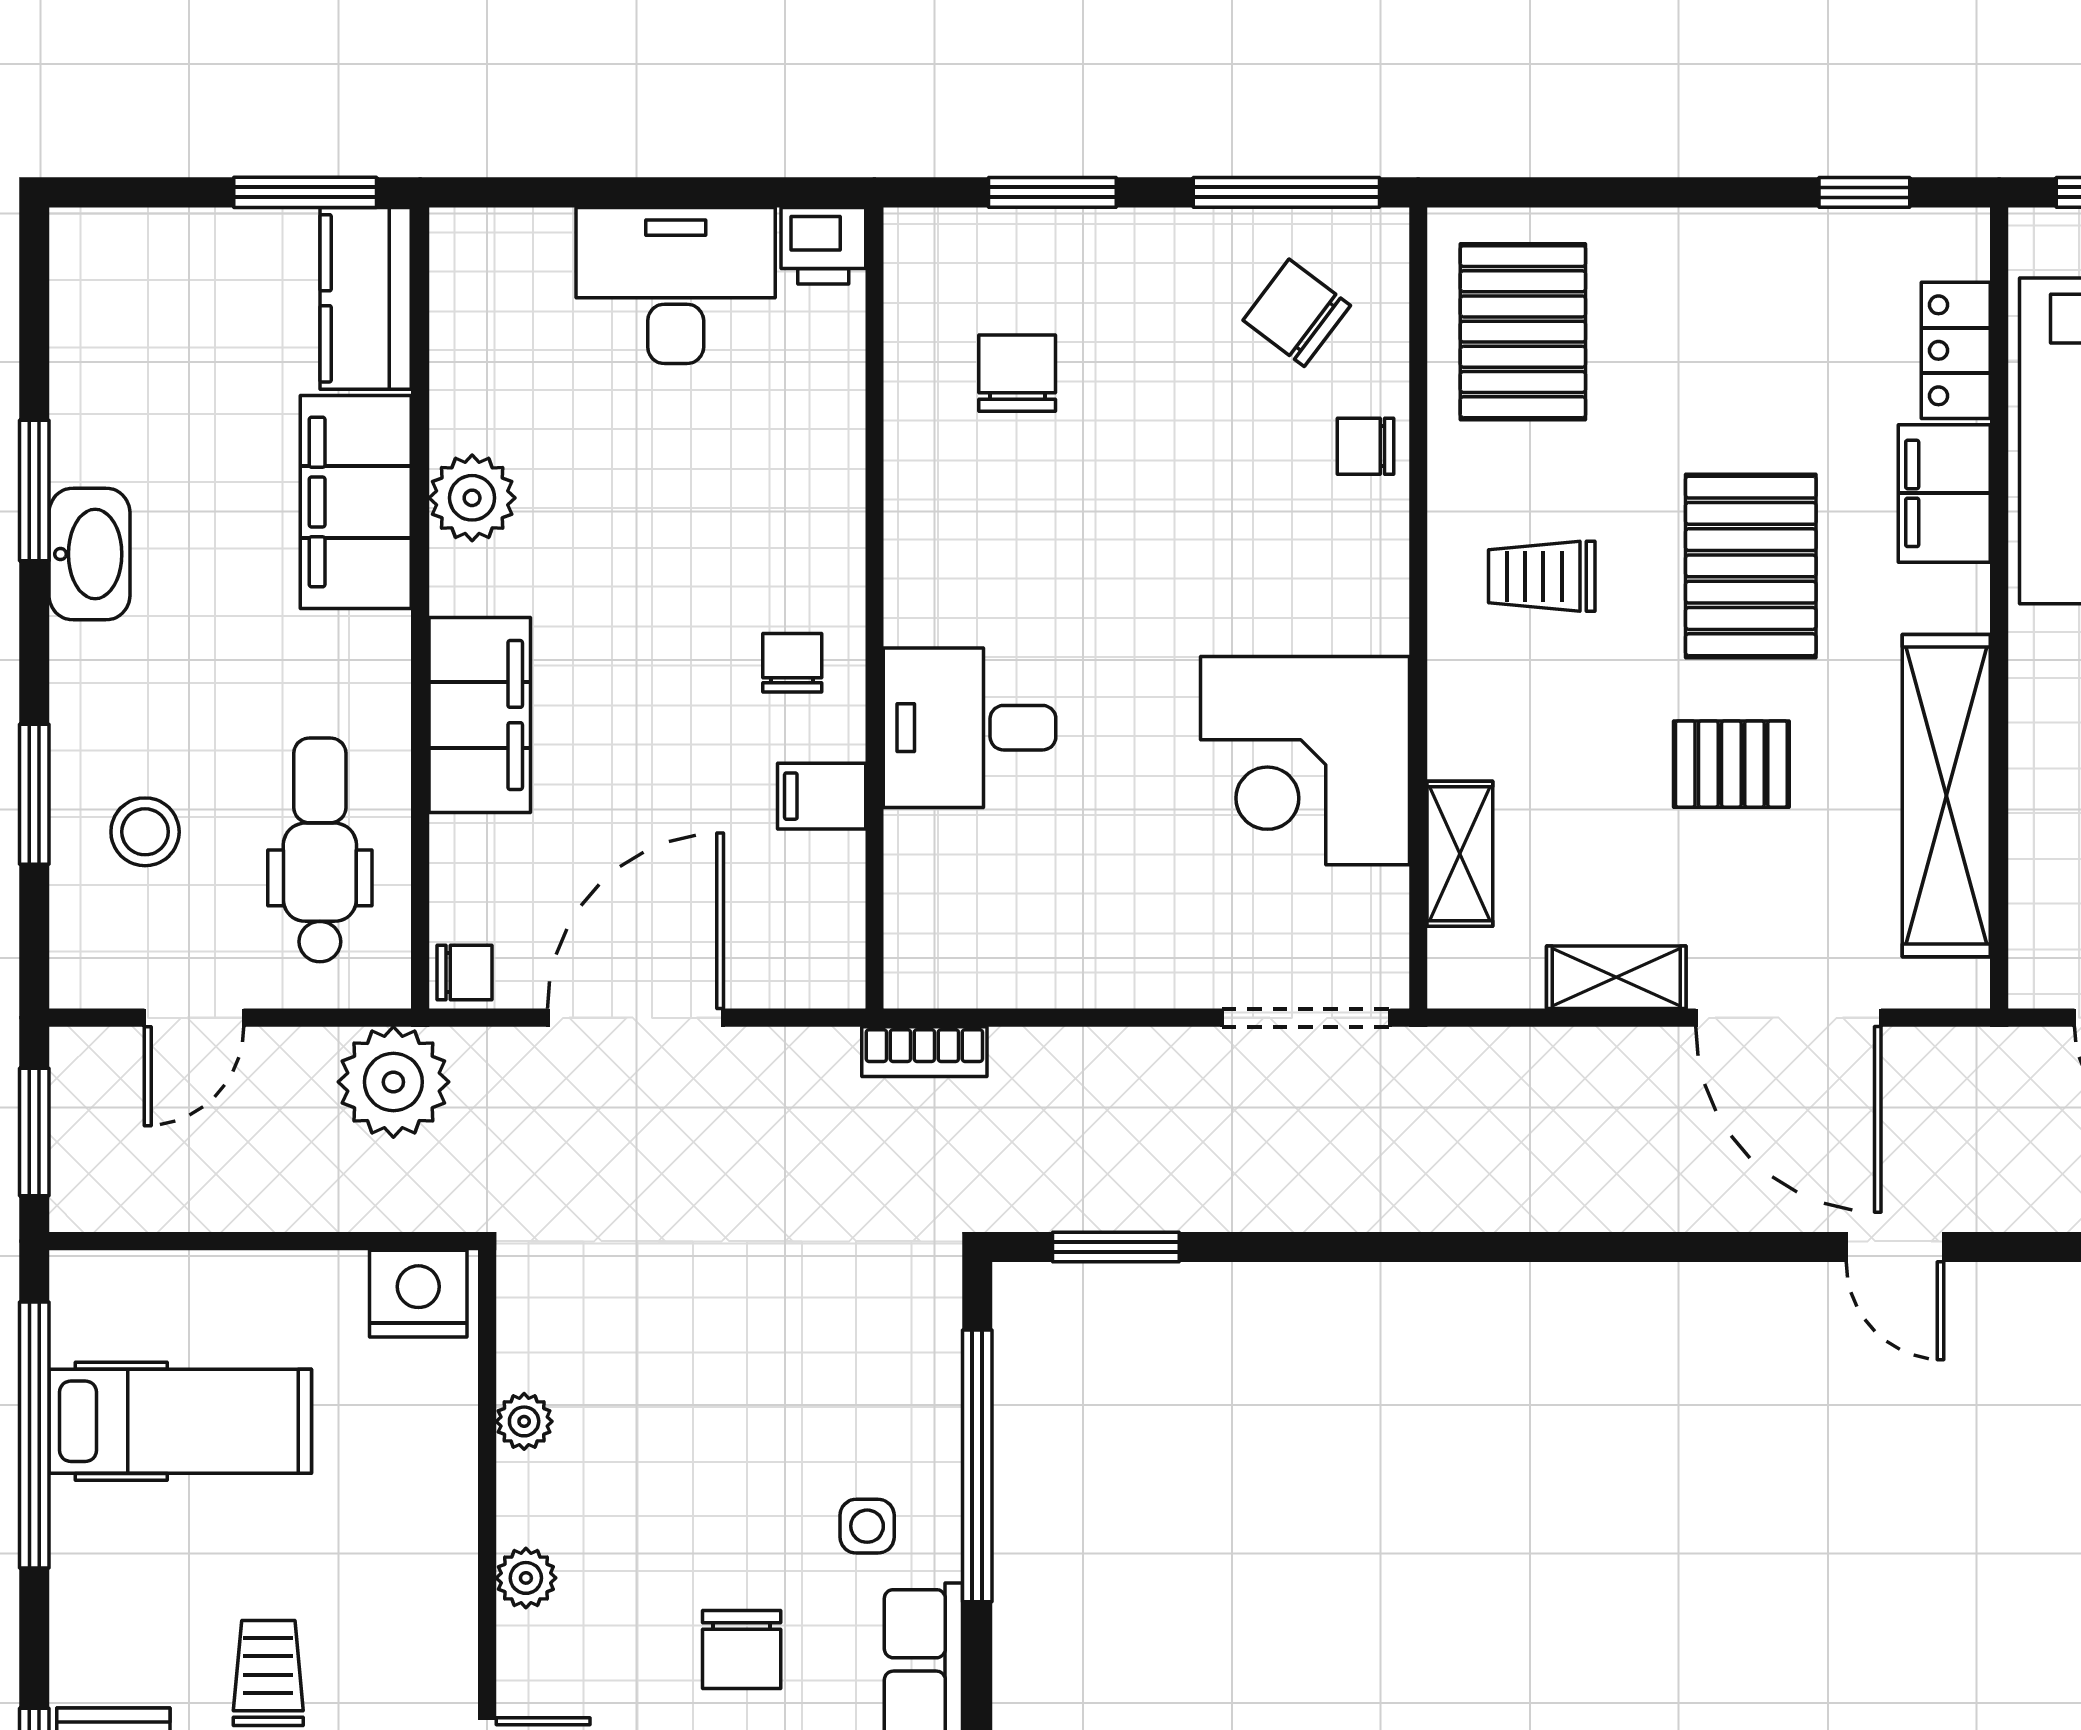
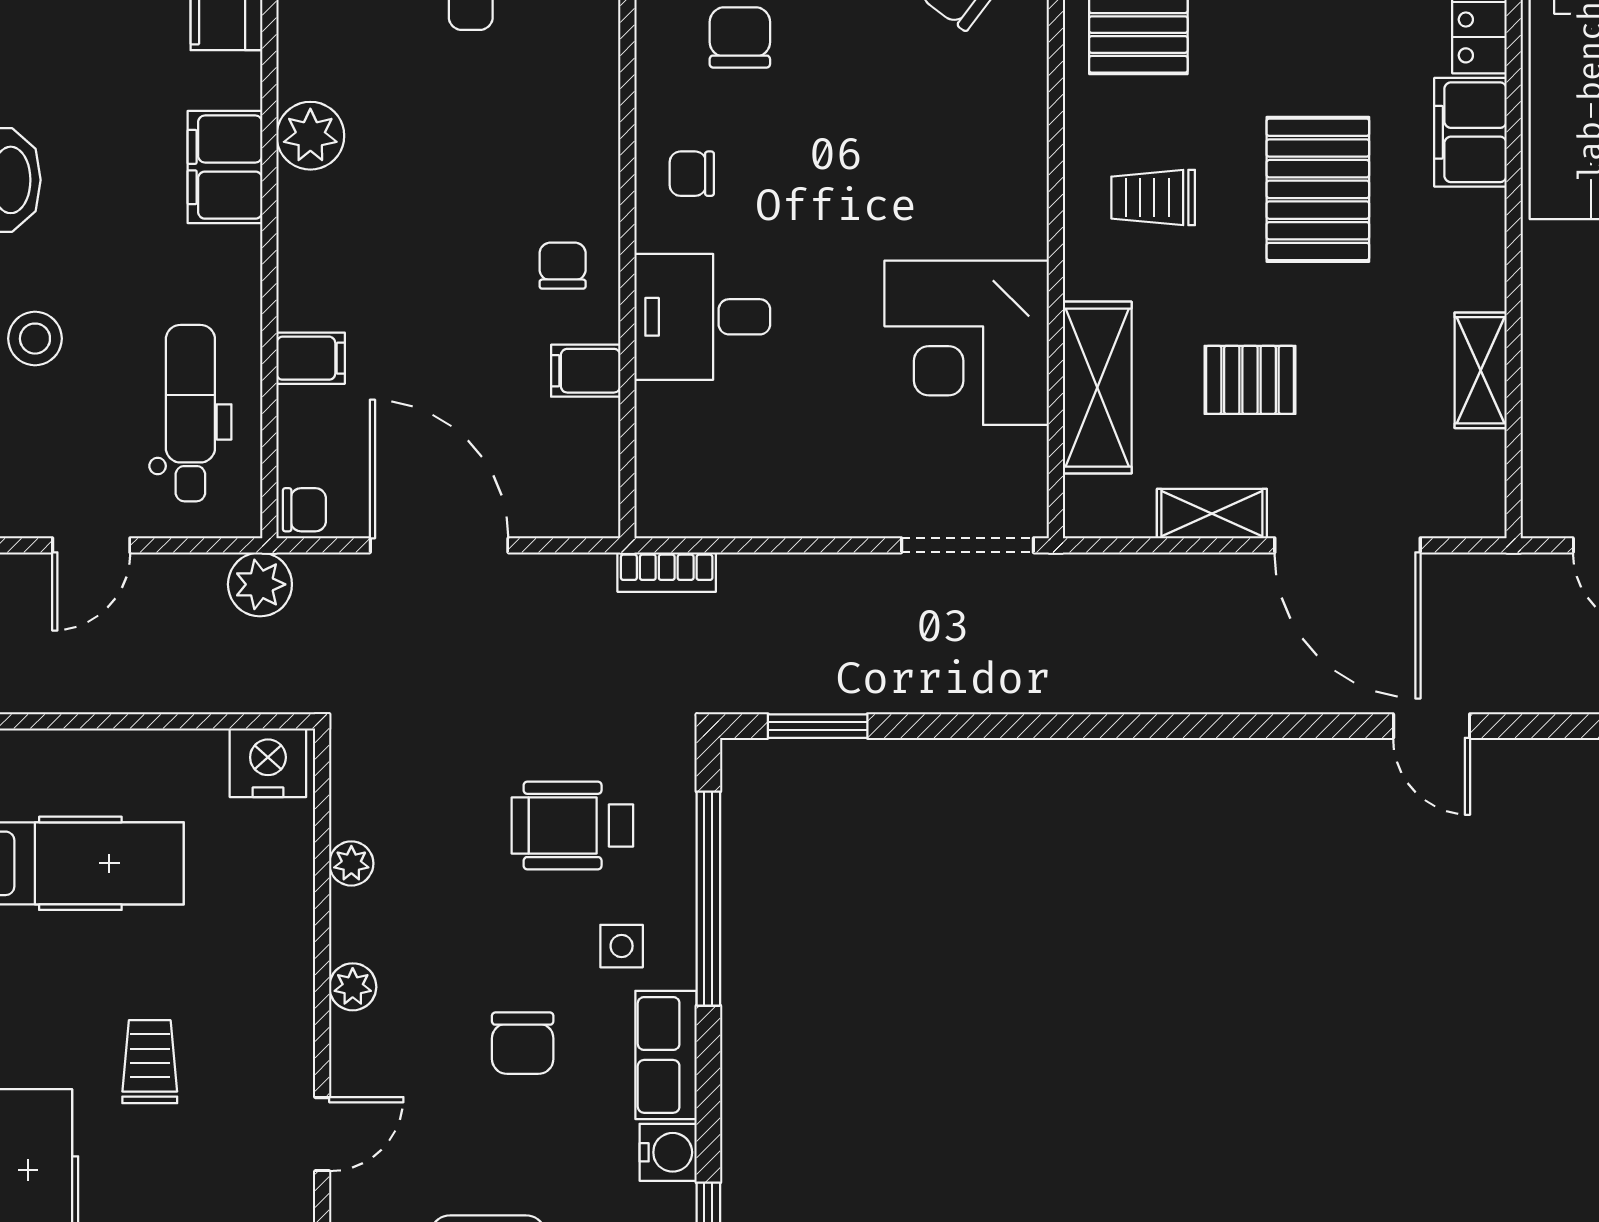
chair: (1365, 446) -> (692, 174), moved
filing cabinet: (356, 502) -> (225, 167), width x0.67, depth x0.86
filing cabinet: (480, 715) -> (311, 358), width x0.33, depth x0.86
pallet: (1731, 764) -> (1250, 380), moved
shelving: (1946, 796) -> (1481, 370), width x0.45, depth x0.75
stool: (145, 832) -> (35, 339), moved
shelving: (1460, 854) -> (1097, 388), width x1.50, depth x1.33
door: (636, 1018) -> (439, 545), hinge flipped
plant: (393, 1082) -> (260, 584), width x0.73, depth x0.73
wheelchair: (805, 1373) -> (572, 825), added

